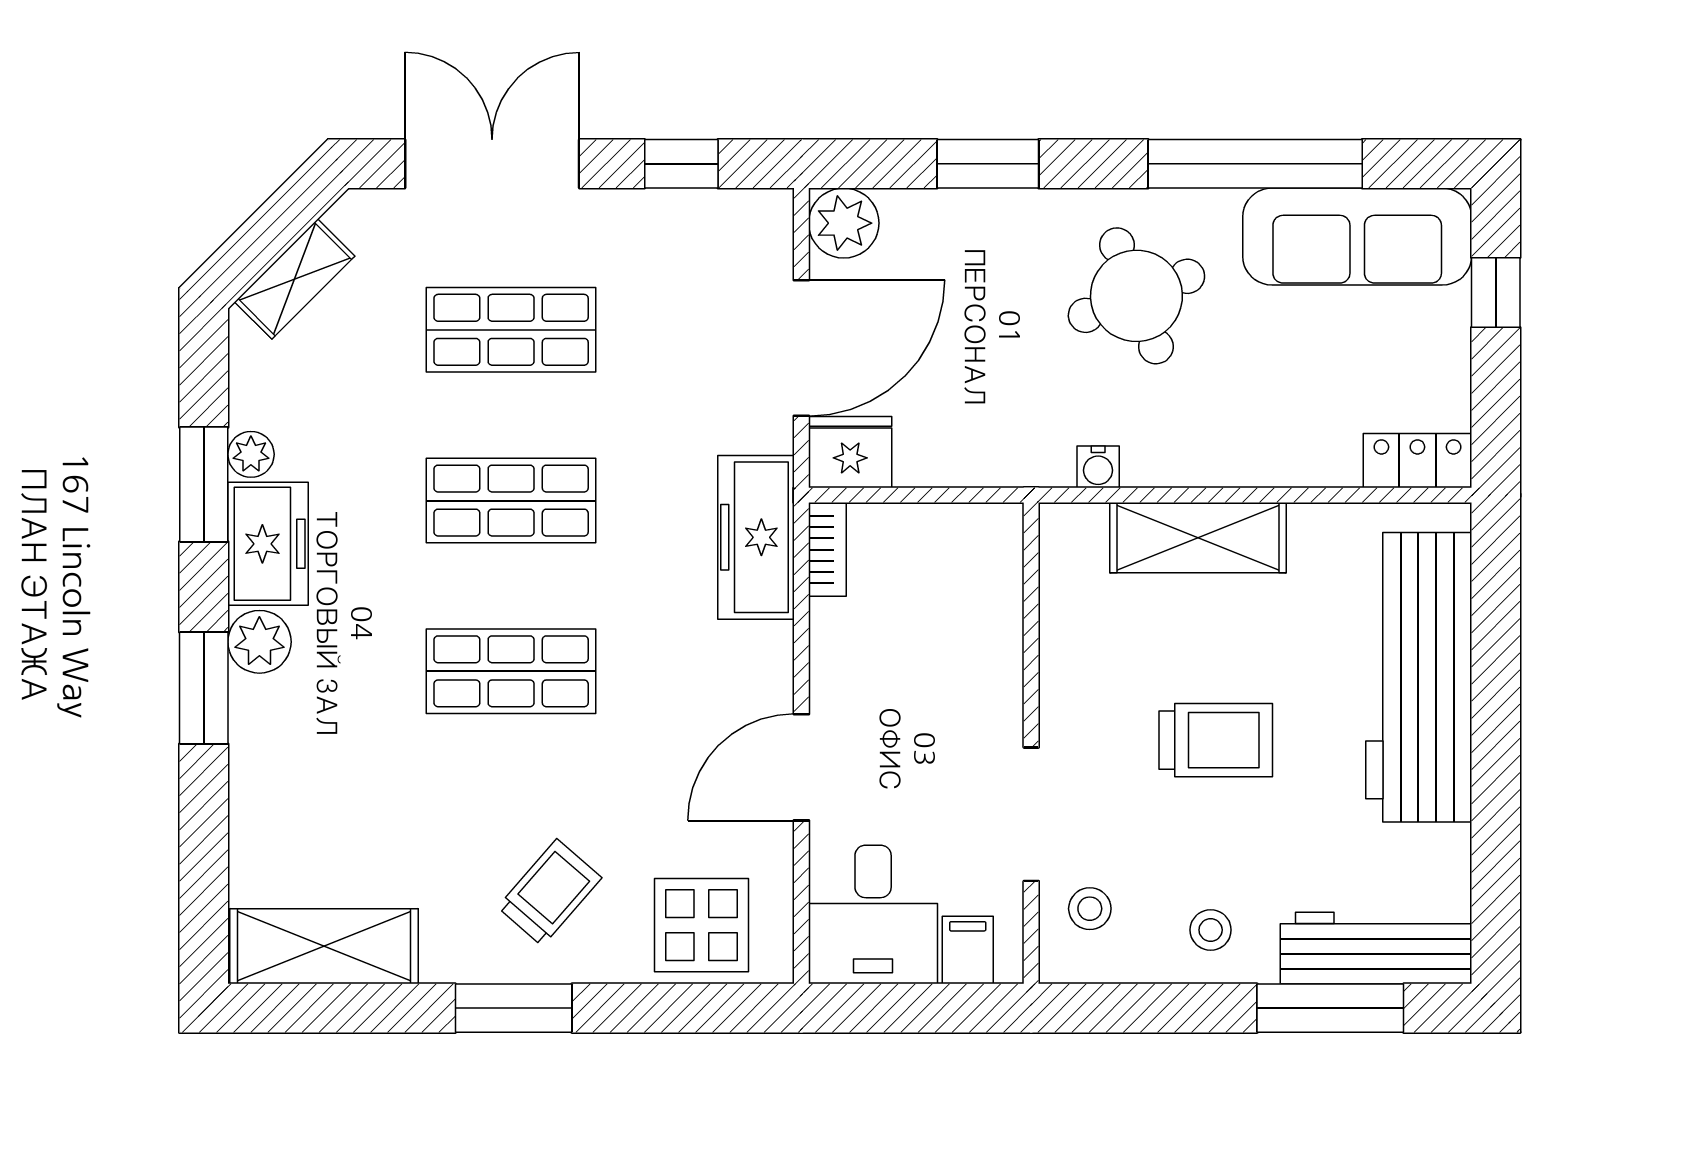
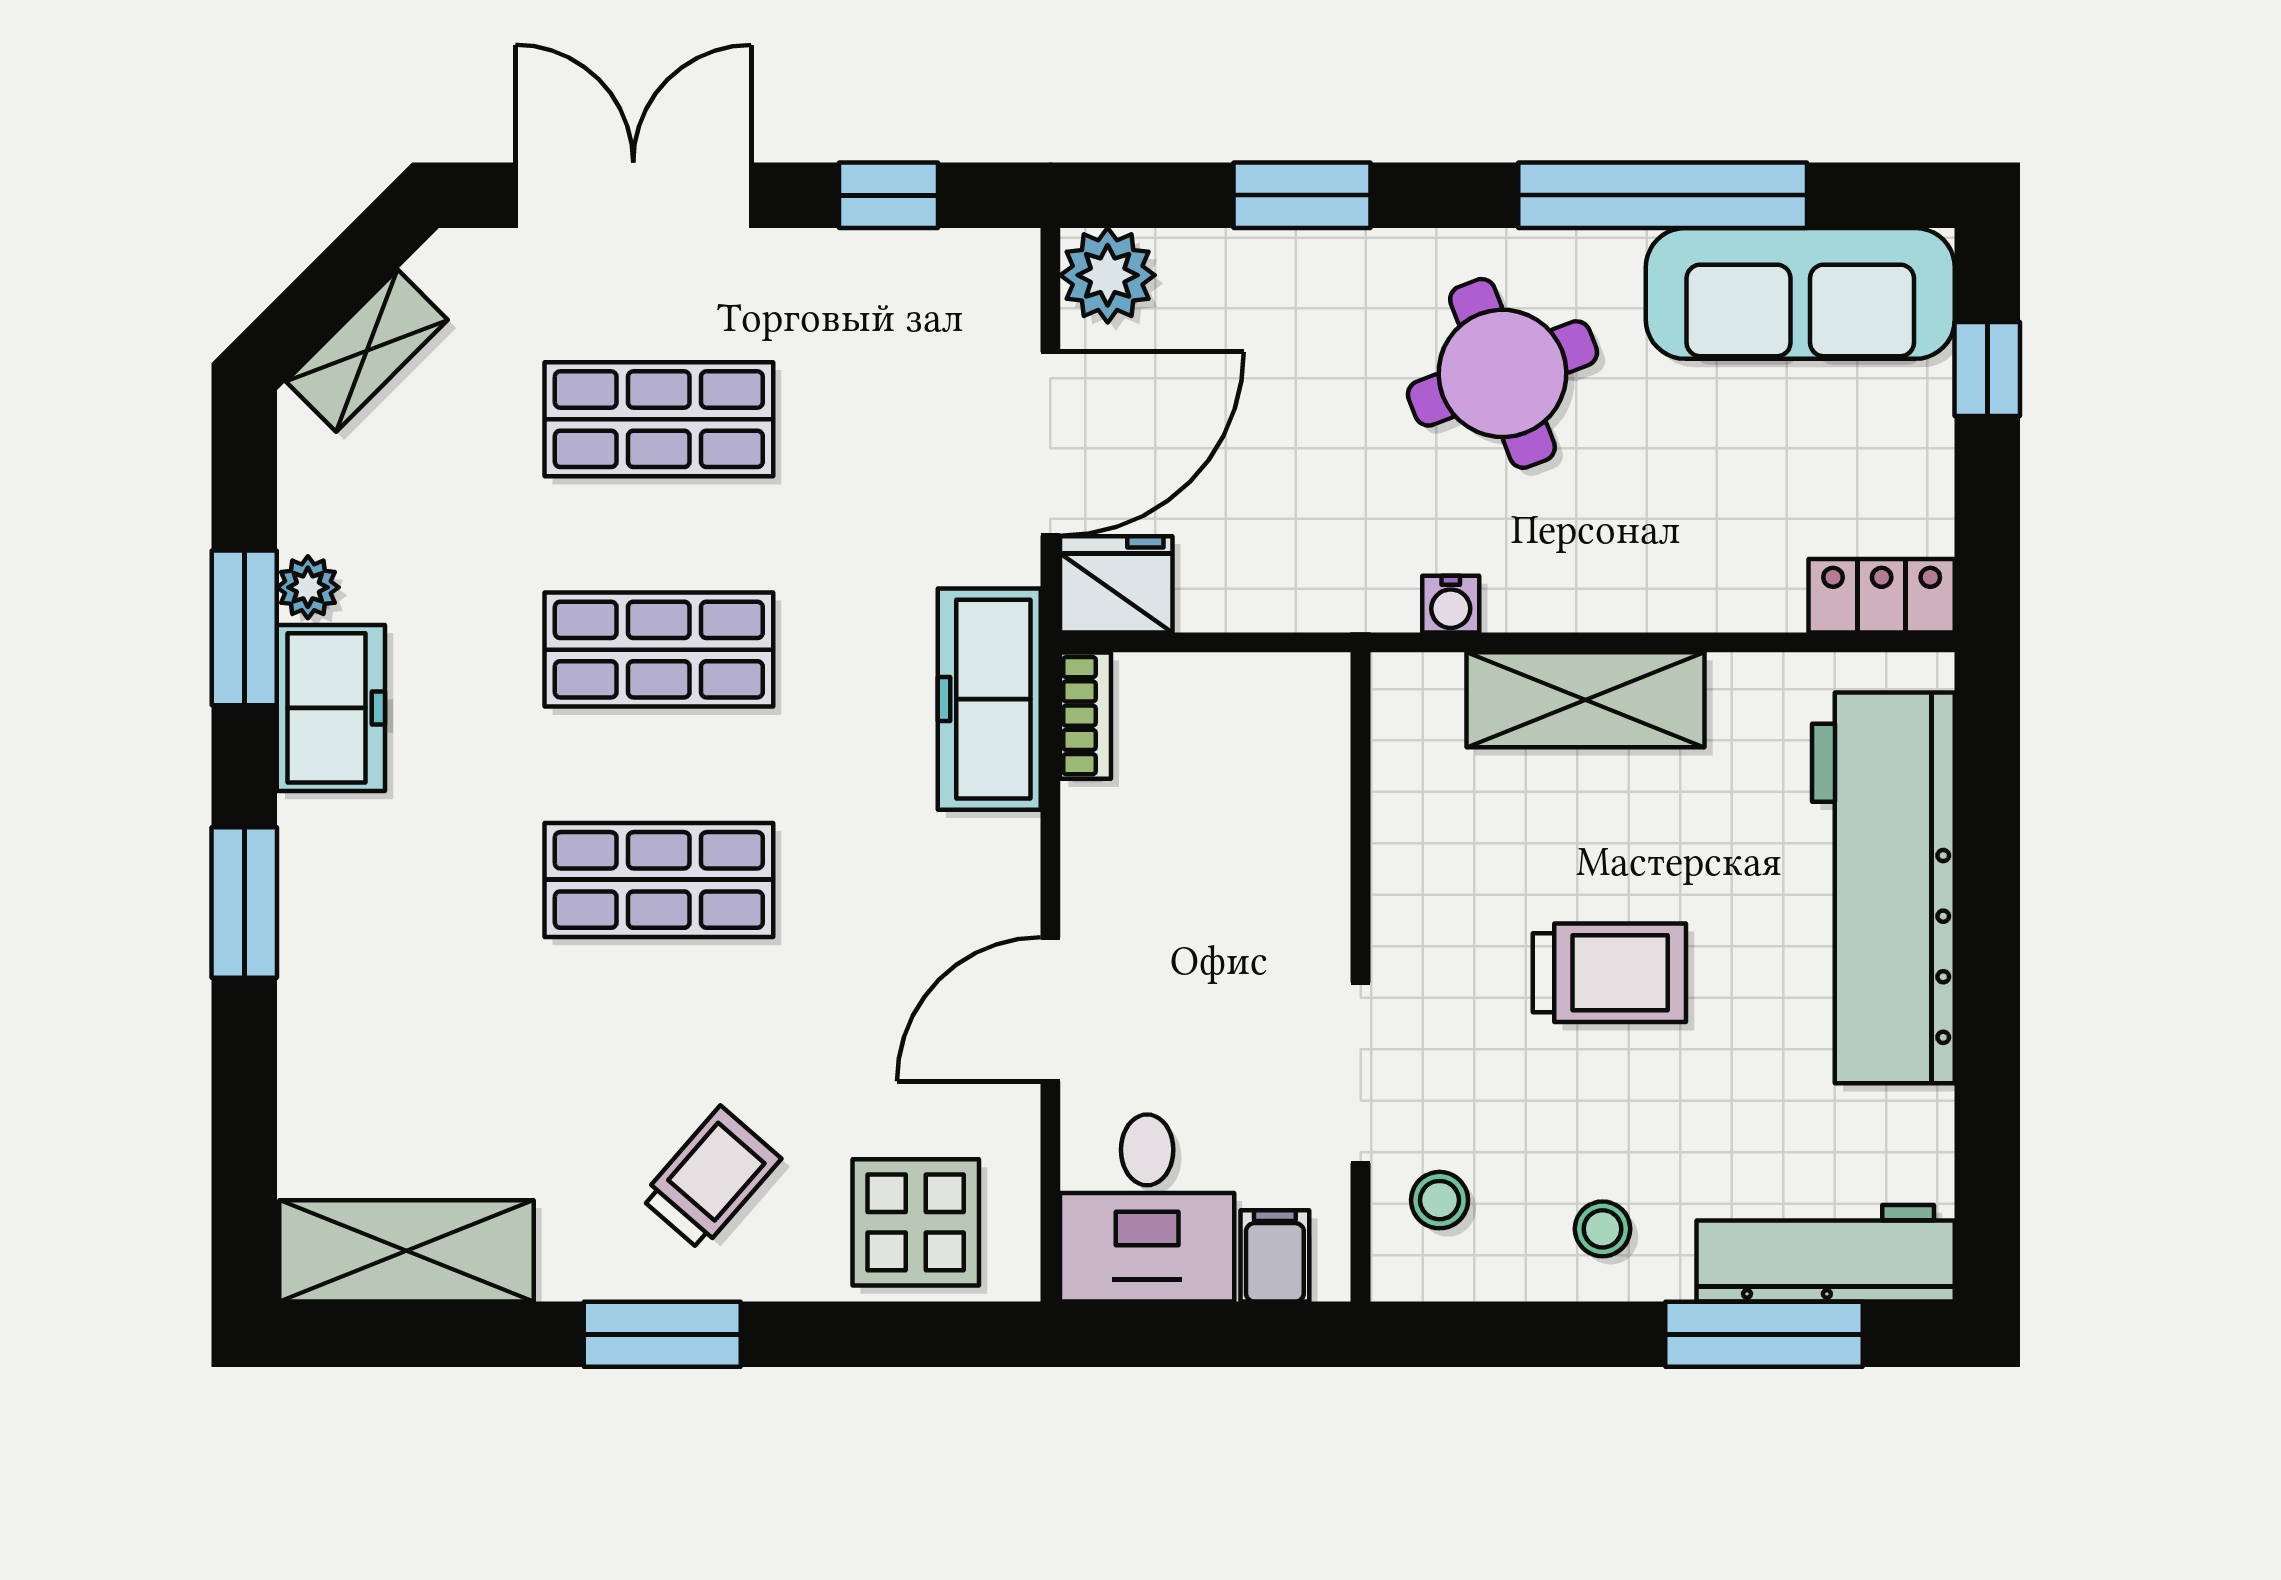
plant: (259, 642) -> (319, 840), removed

